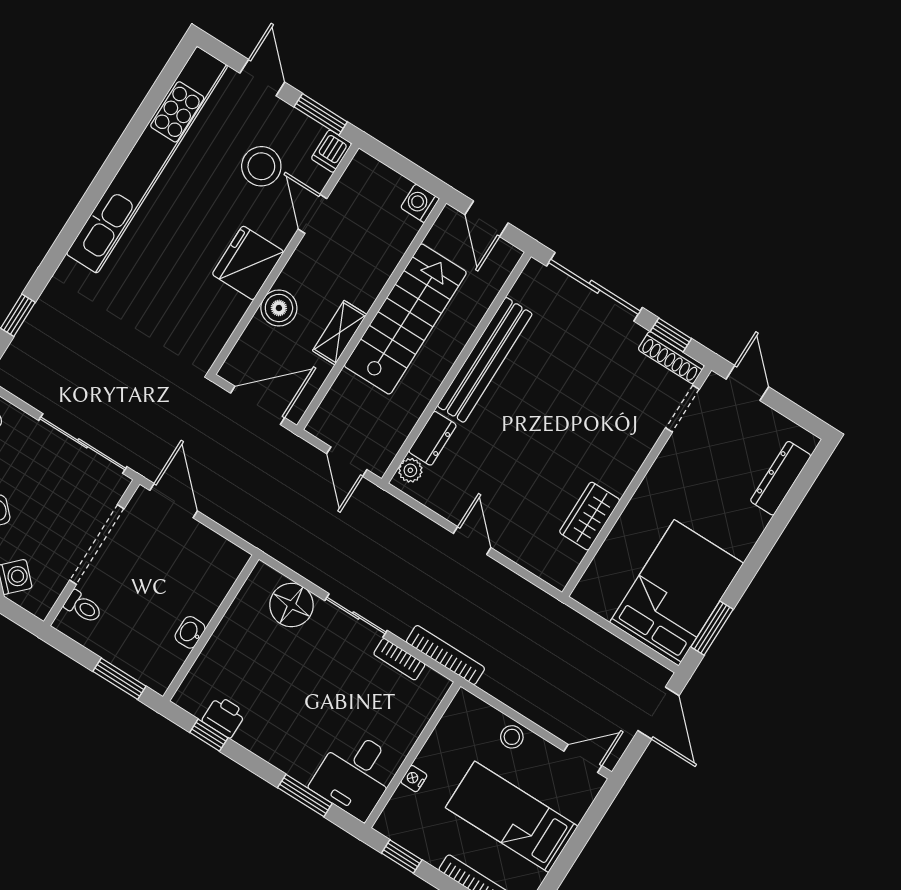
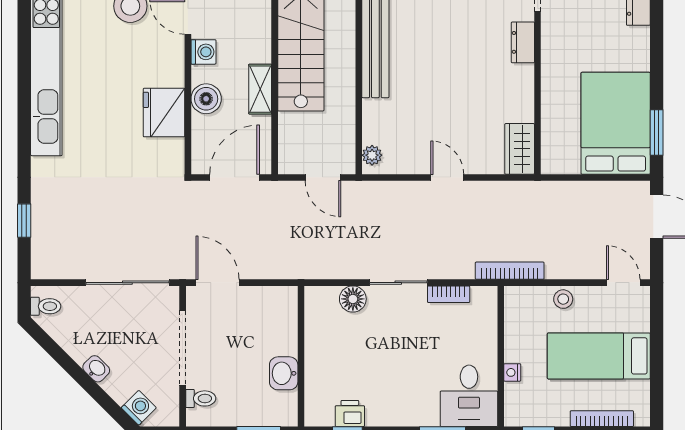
washing machine: (306, 259) -> (203, 52), added
fridge: (248, 263) -> (164, 113), moved
dresser: (433, 438) -> (523, 42), moved, turned 180
wardrobe: (590, 516) -> (520, 149), moved
floor lamp: (292, 605) -> (353, 299), width x0.73, depth x0.73
washbasin: (190, 632) -> (284, 373), width x1.38, depth x1.45
bookcase: (445, 655) -> (510, 271), moved
door: (583, 758) -> (623, 283), hinge flipped

